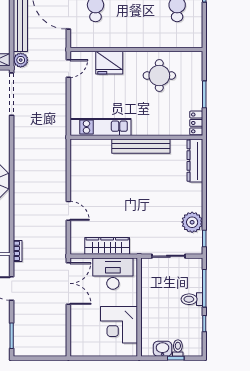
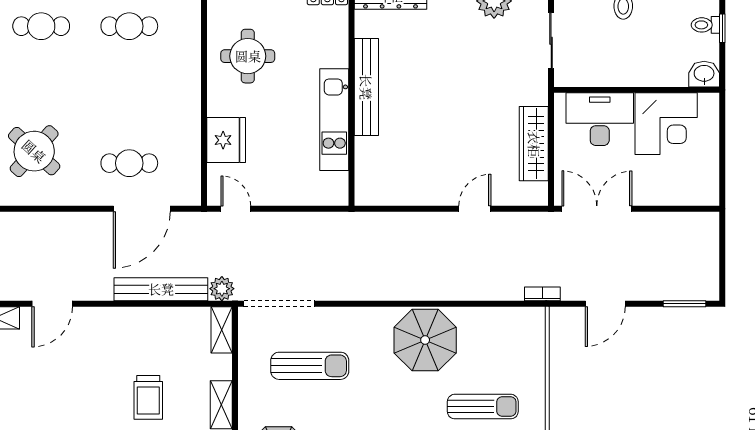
kitchen unit: (100, 127) -> (334, 120), moved
desk: (113, 274) -> (600, 119), moved, turned 90
washbasin: (162, 349) -> (704, 74), moved, turned 90

